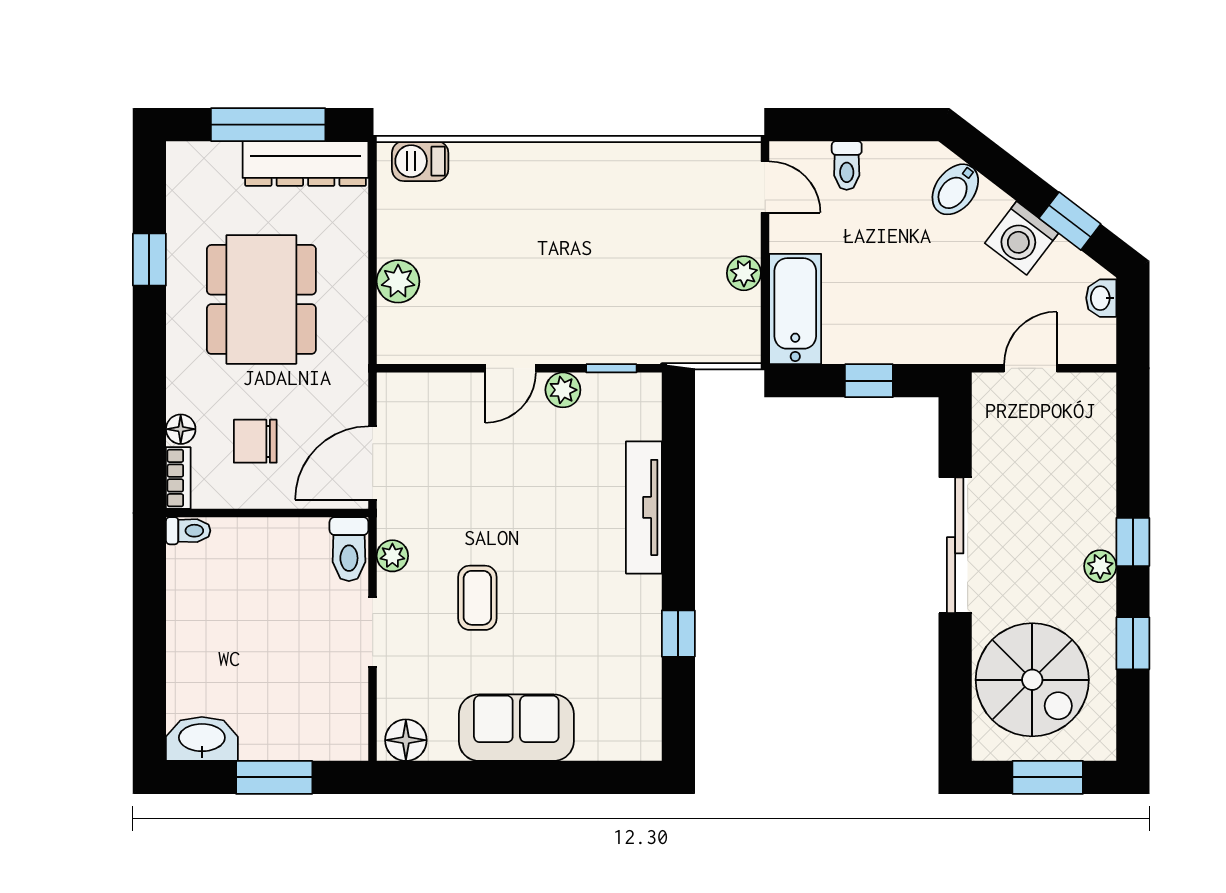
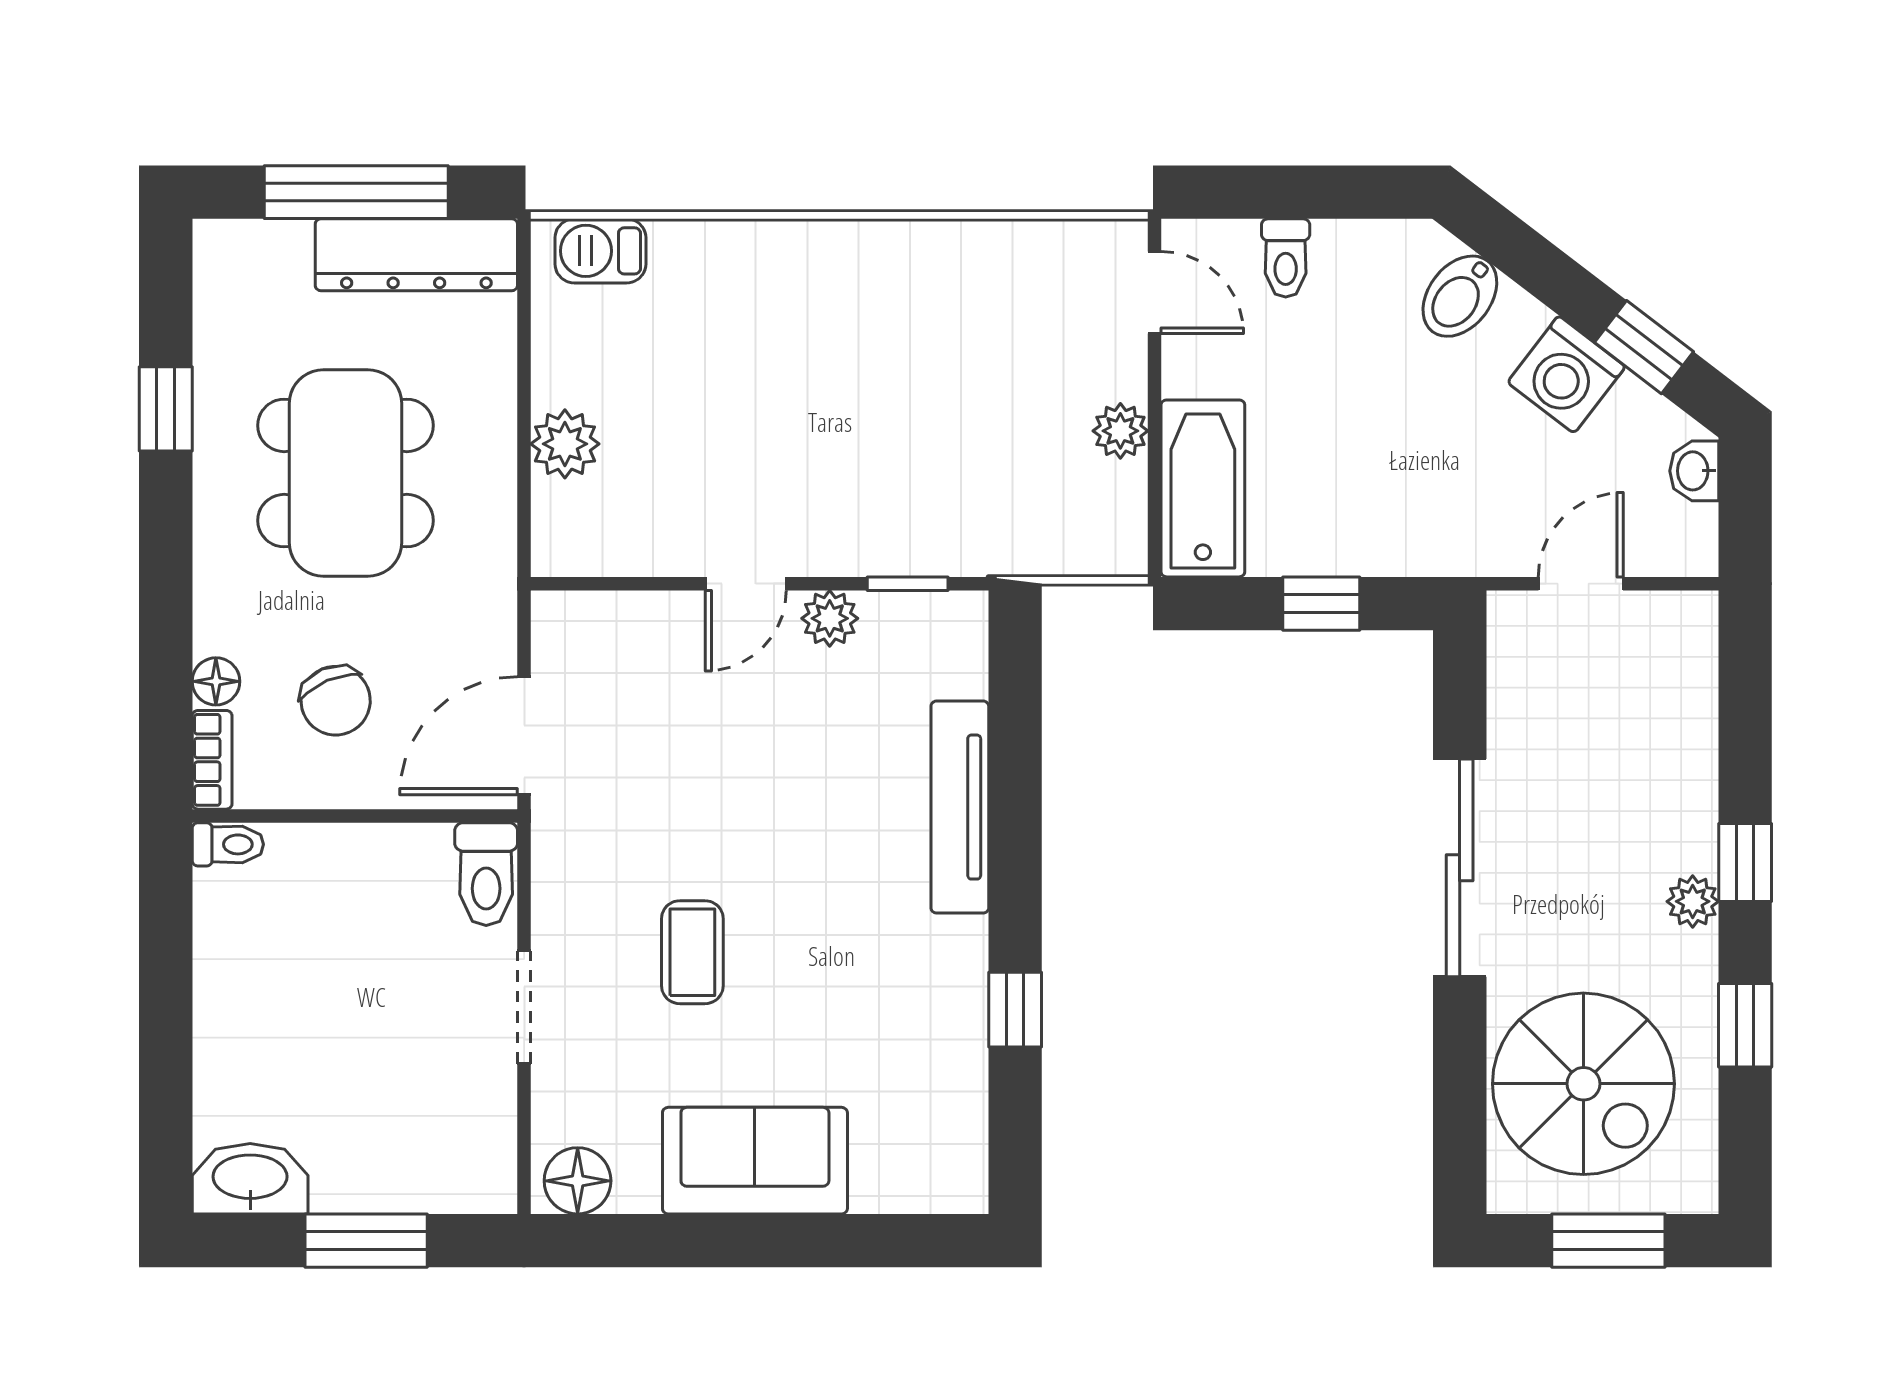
chair: (255, 441) -> (336, 701), turned -113
plant: (392, 556) -> (556, 885), removed

